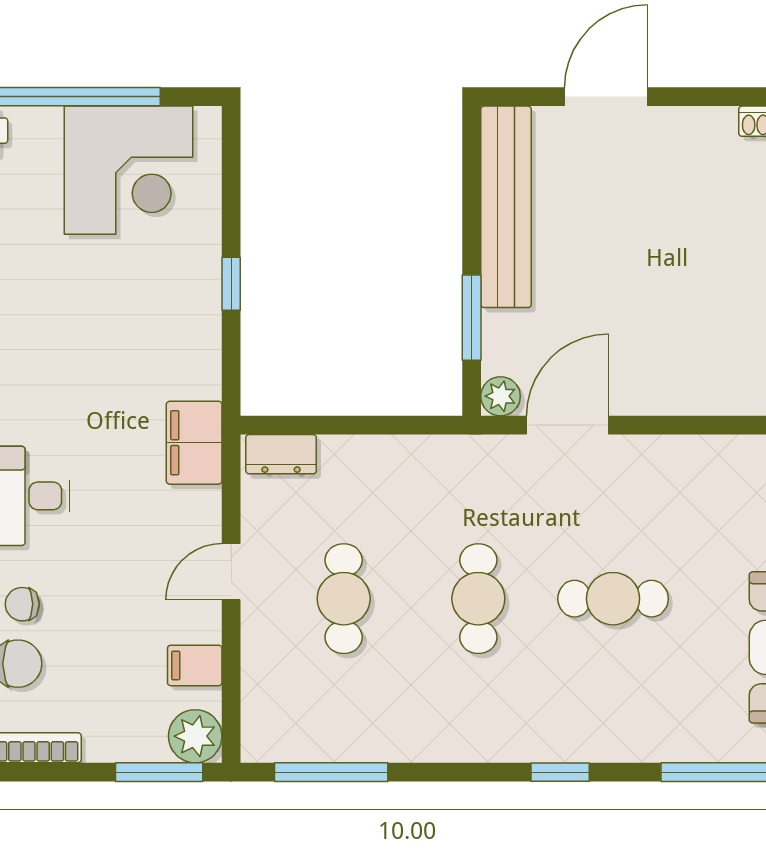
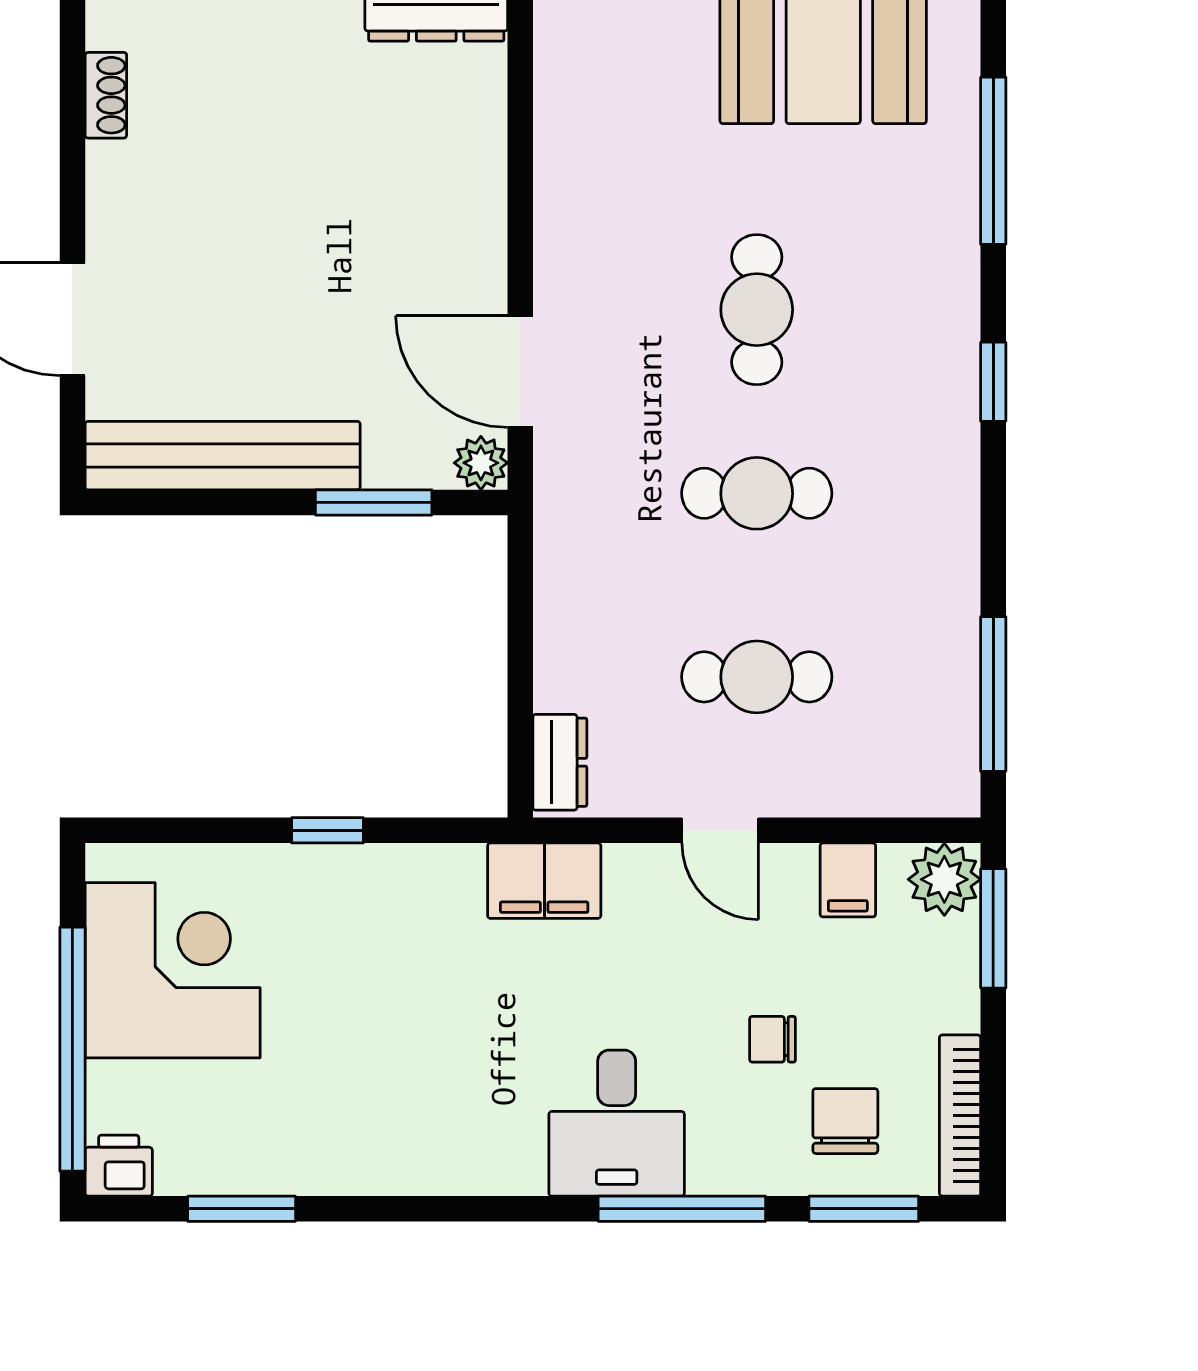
chair: (22, 604) -> (772, 1039), moved, turned 90

